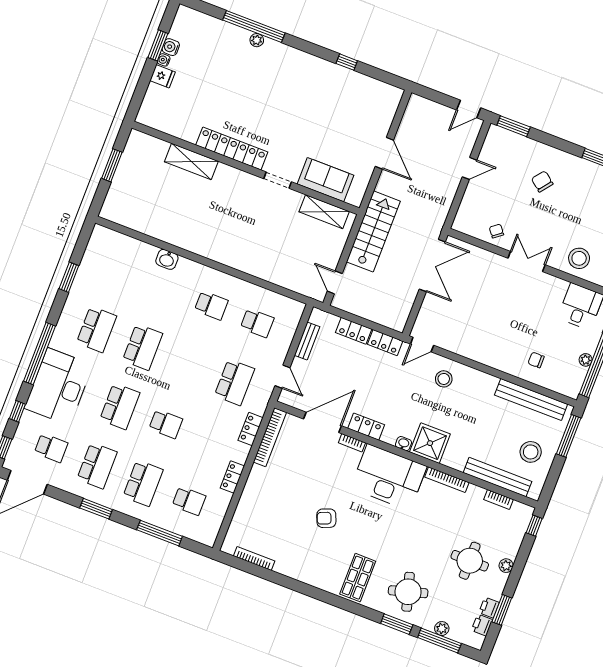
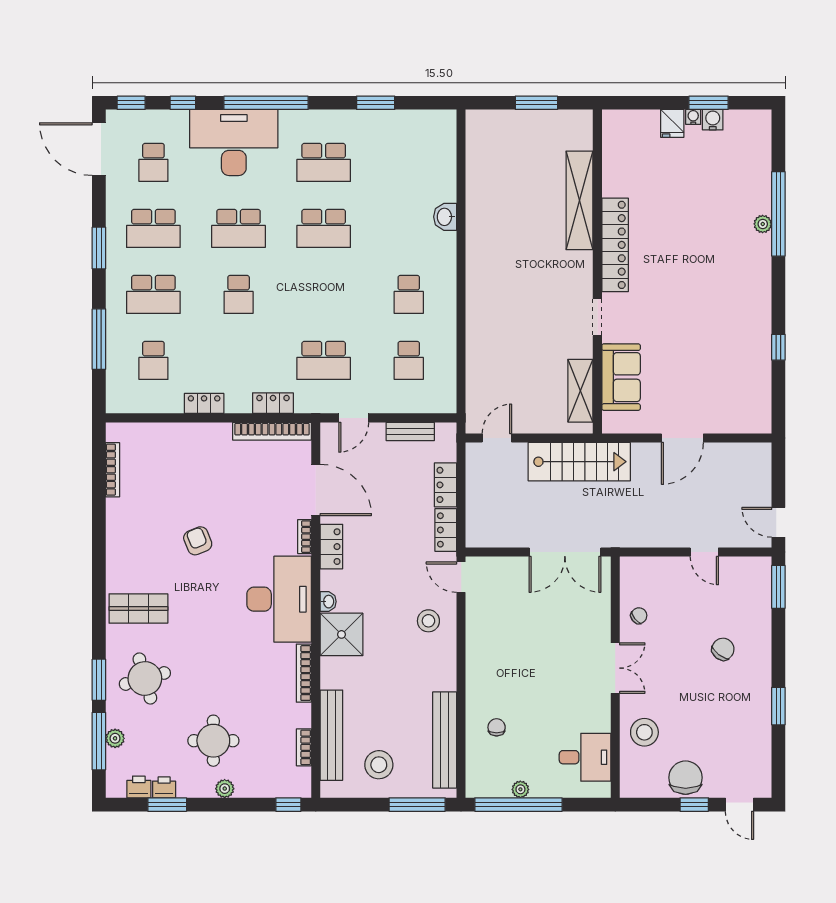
shelving: (191, 161) -> (579, 200), width x1.47

